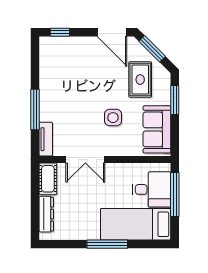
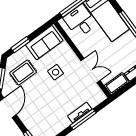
tv unit: (46, 139) -> (80, 113), moved

